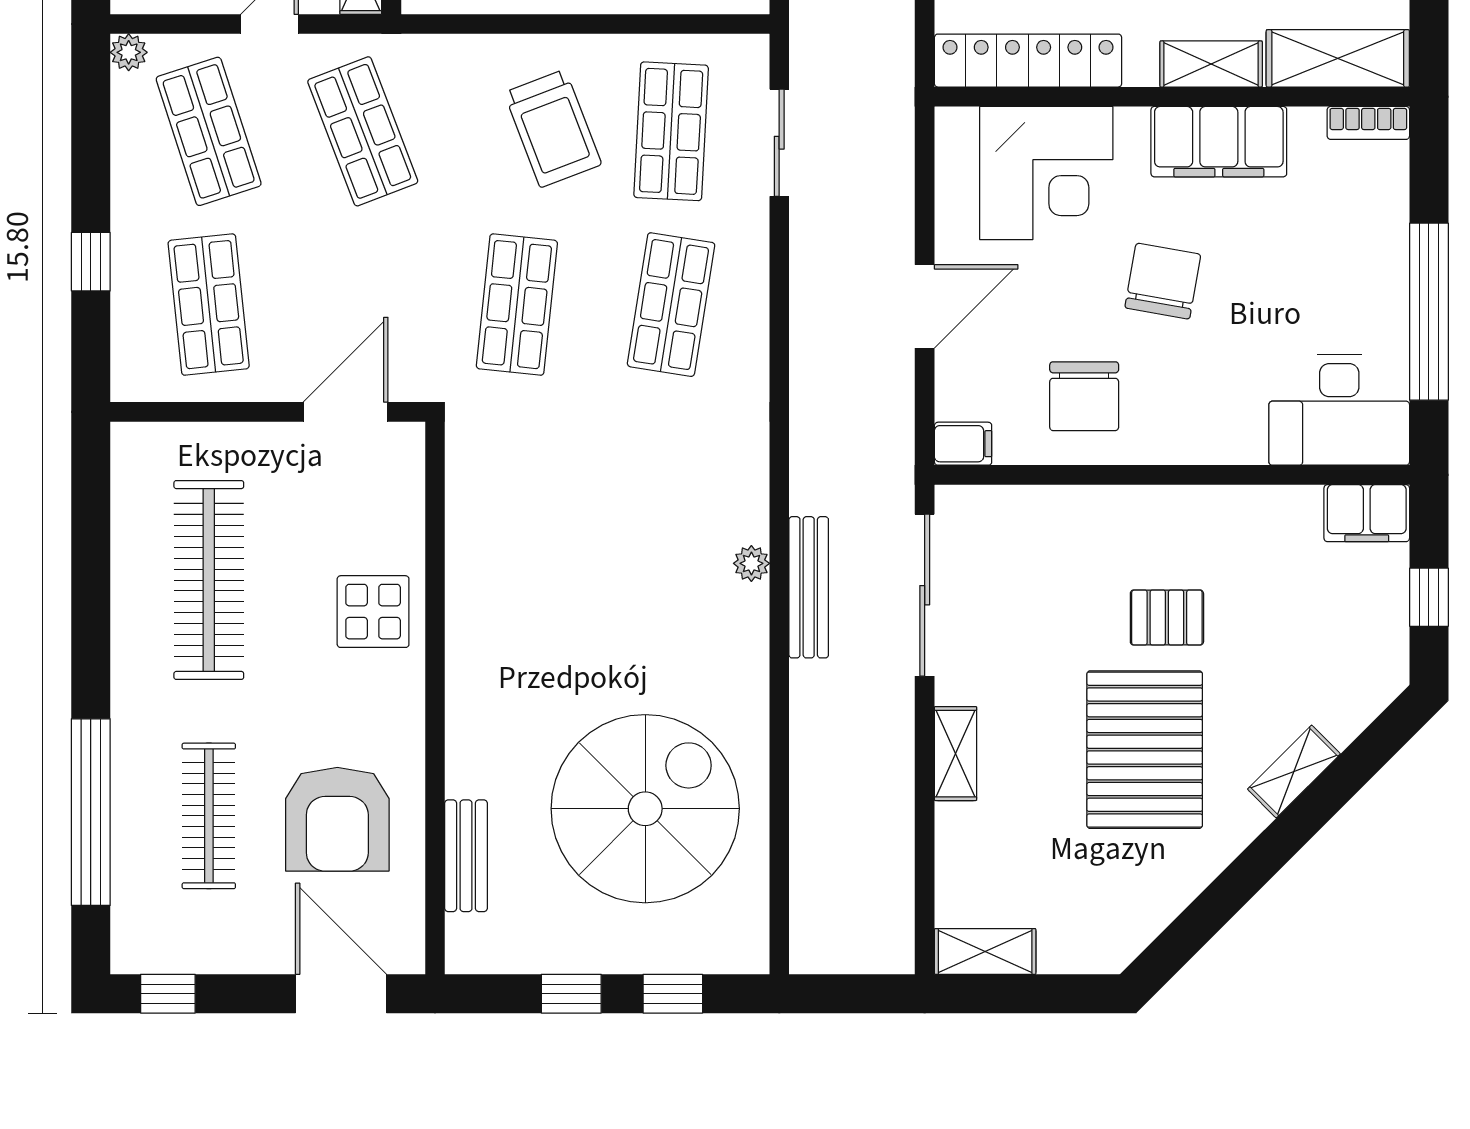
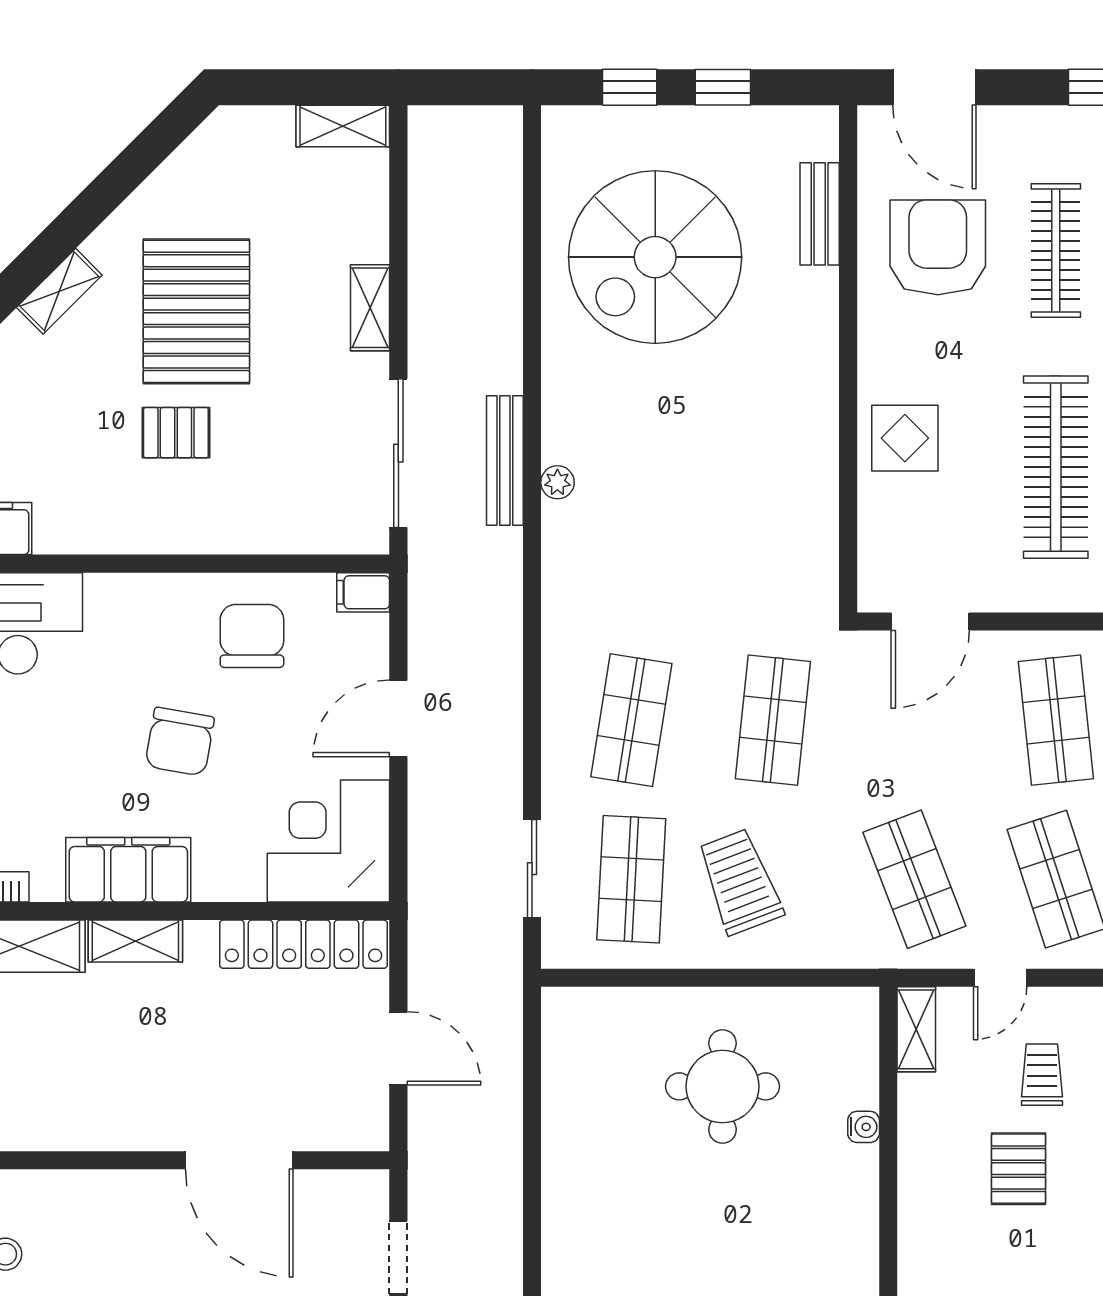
corner desk: (1046, 173) -> (328, 841), moved

